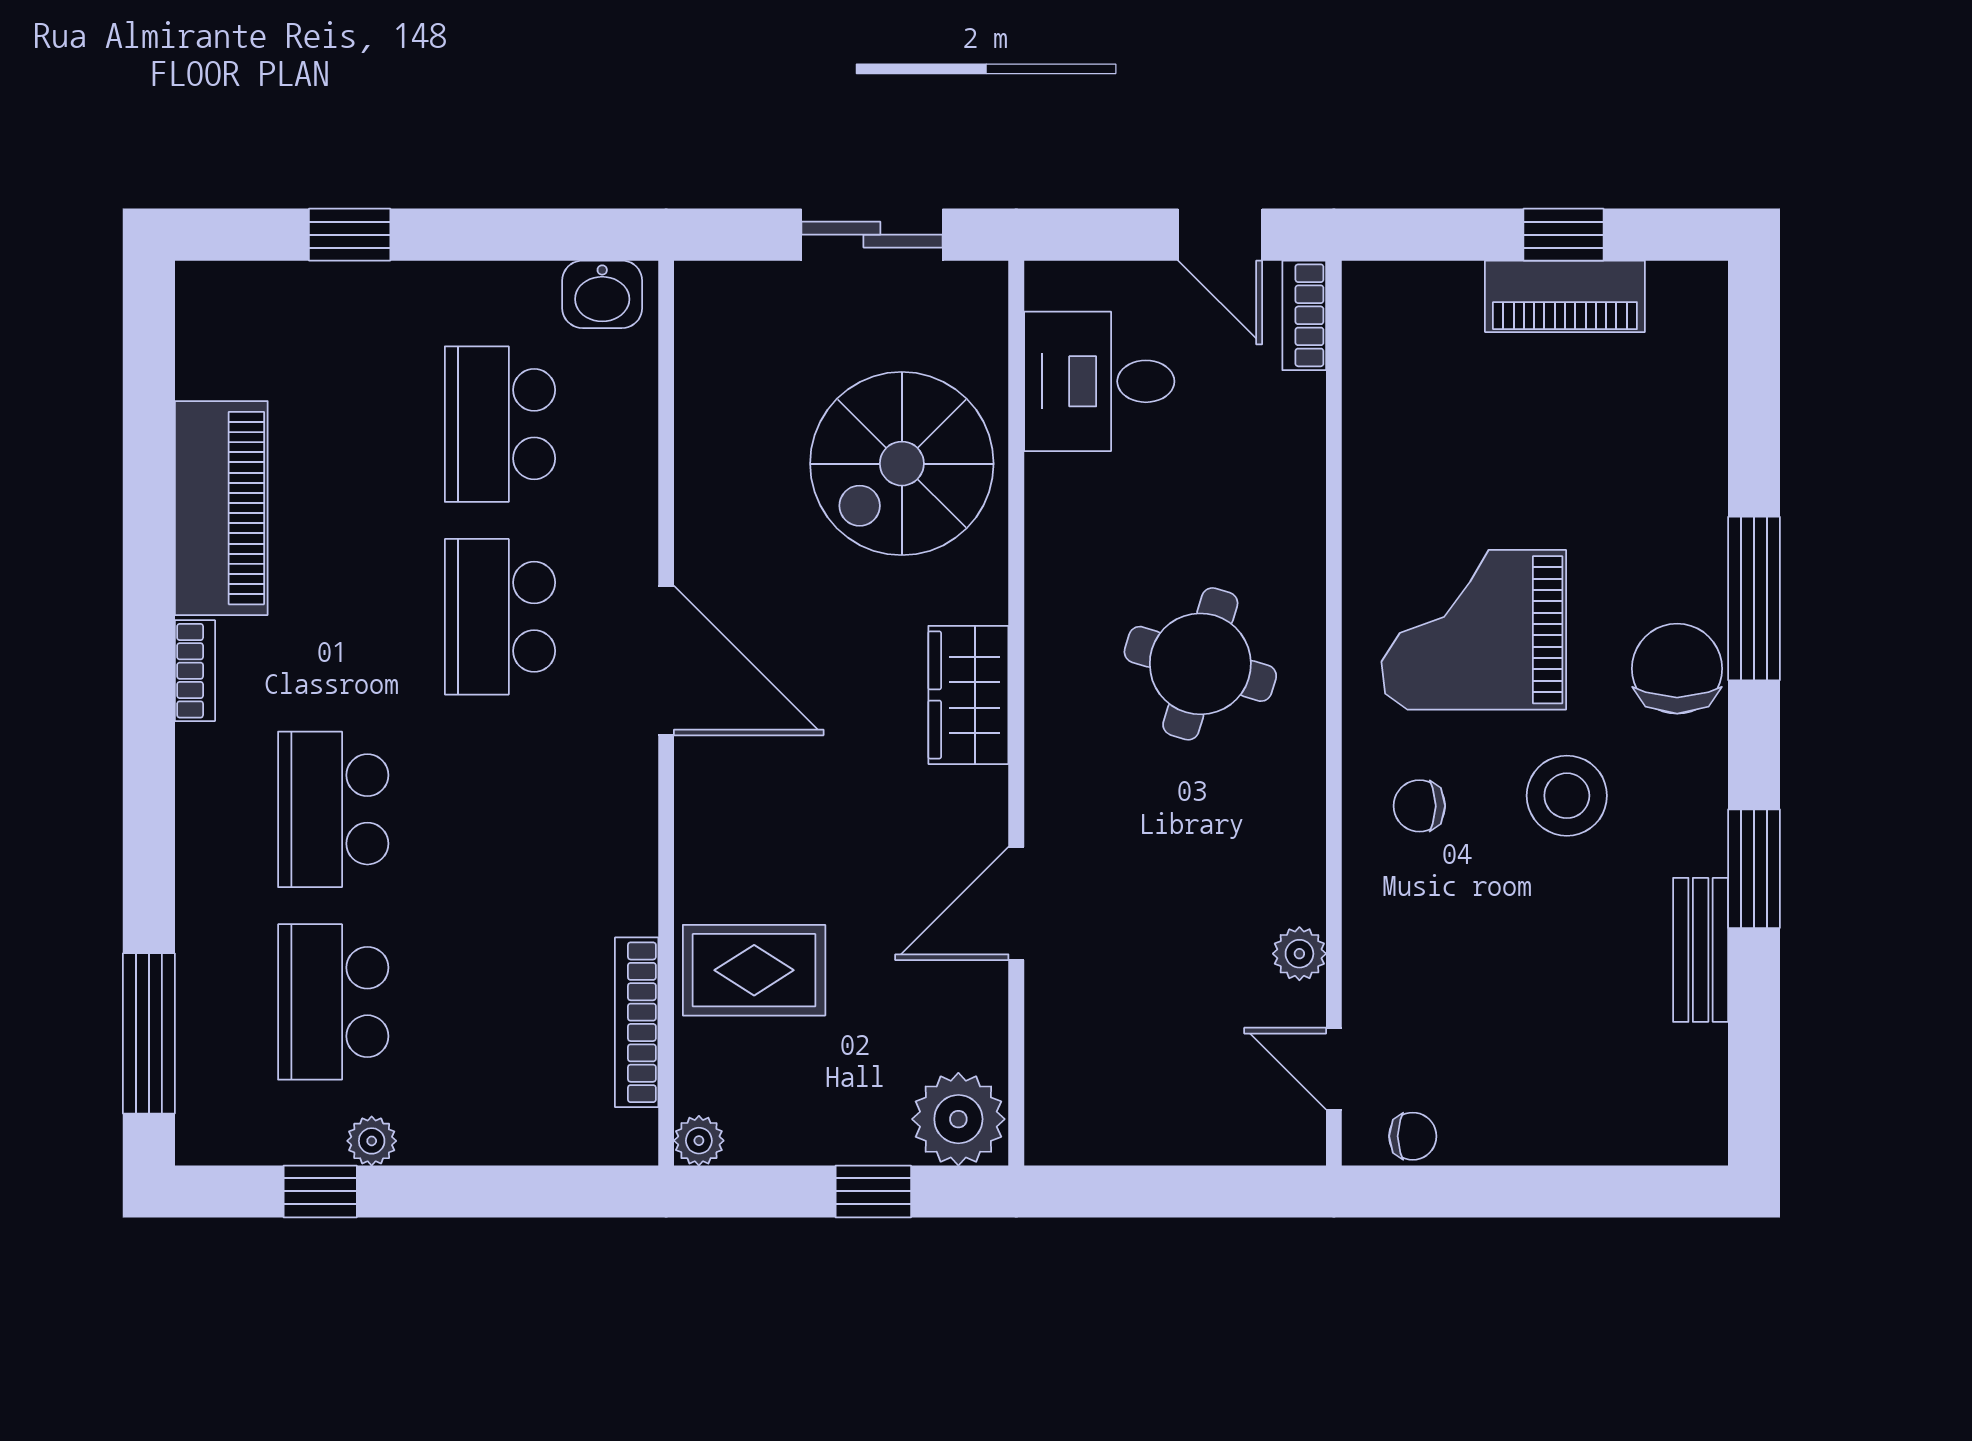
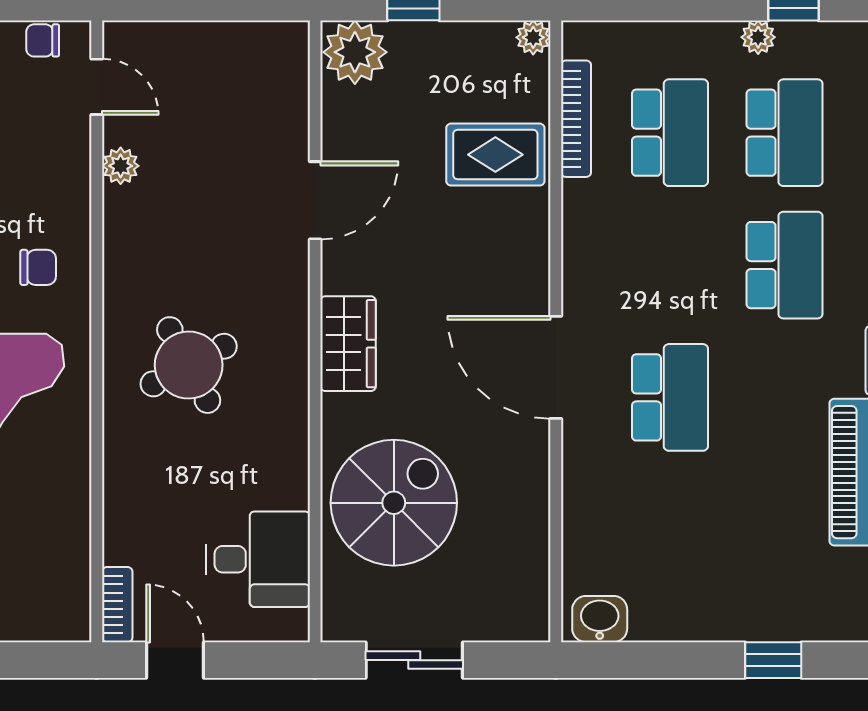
school desk: (500, 424) -> (670, 133), moved
round table: (1200, 664) -> (189, 365), turned 45

